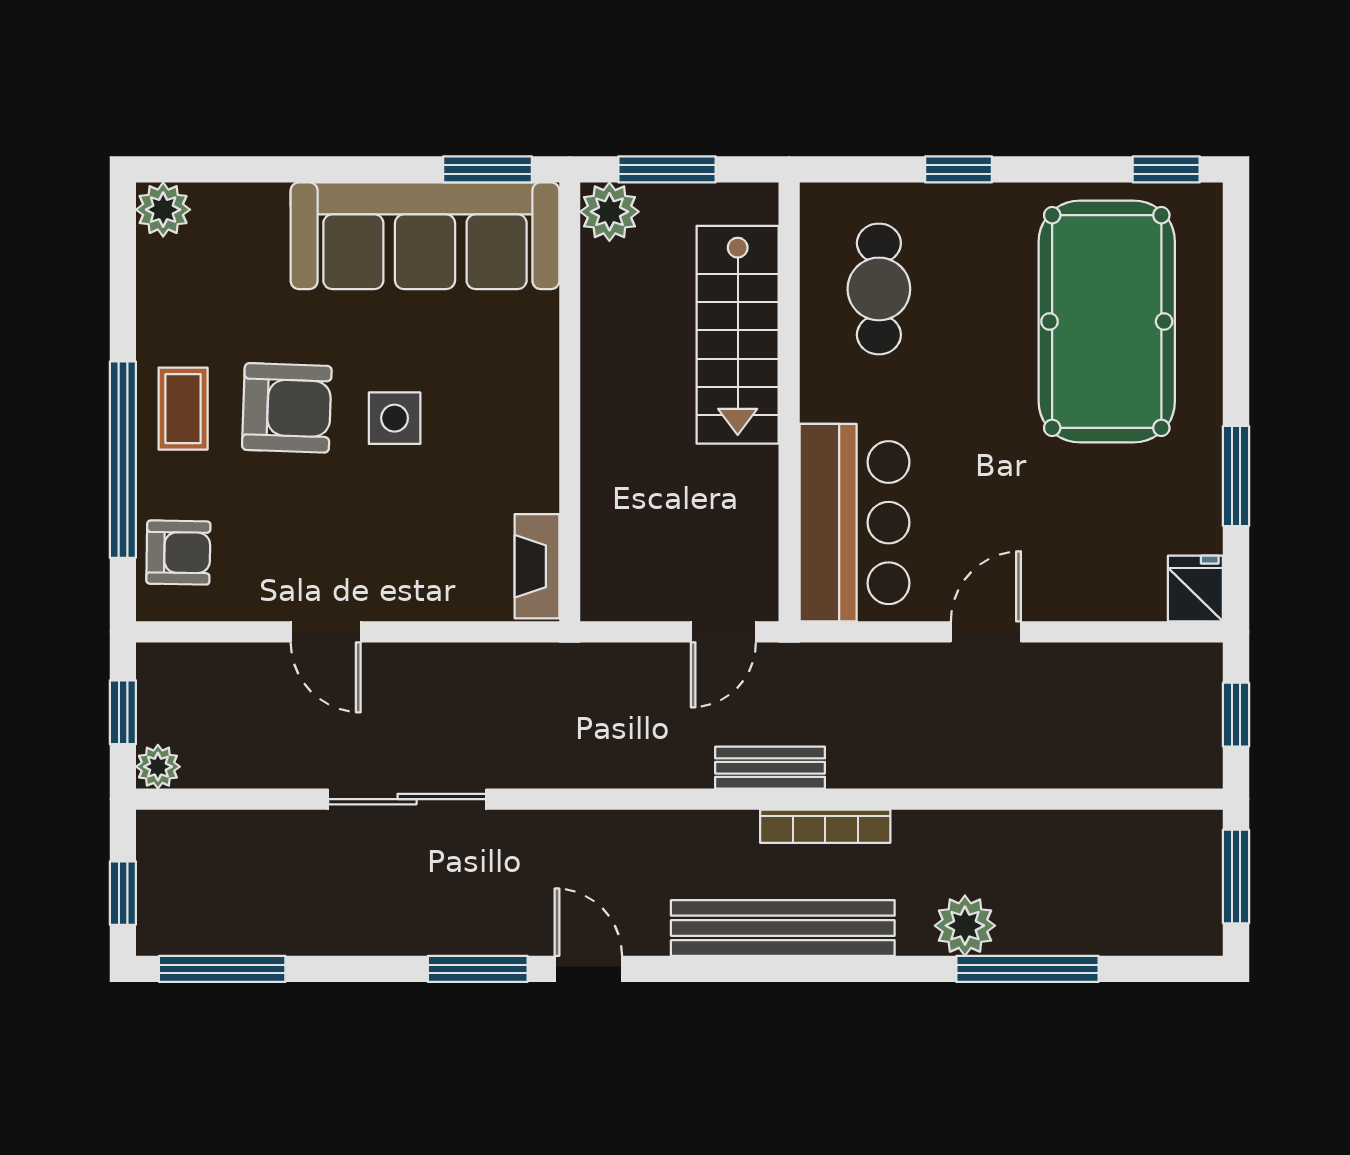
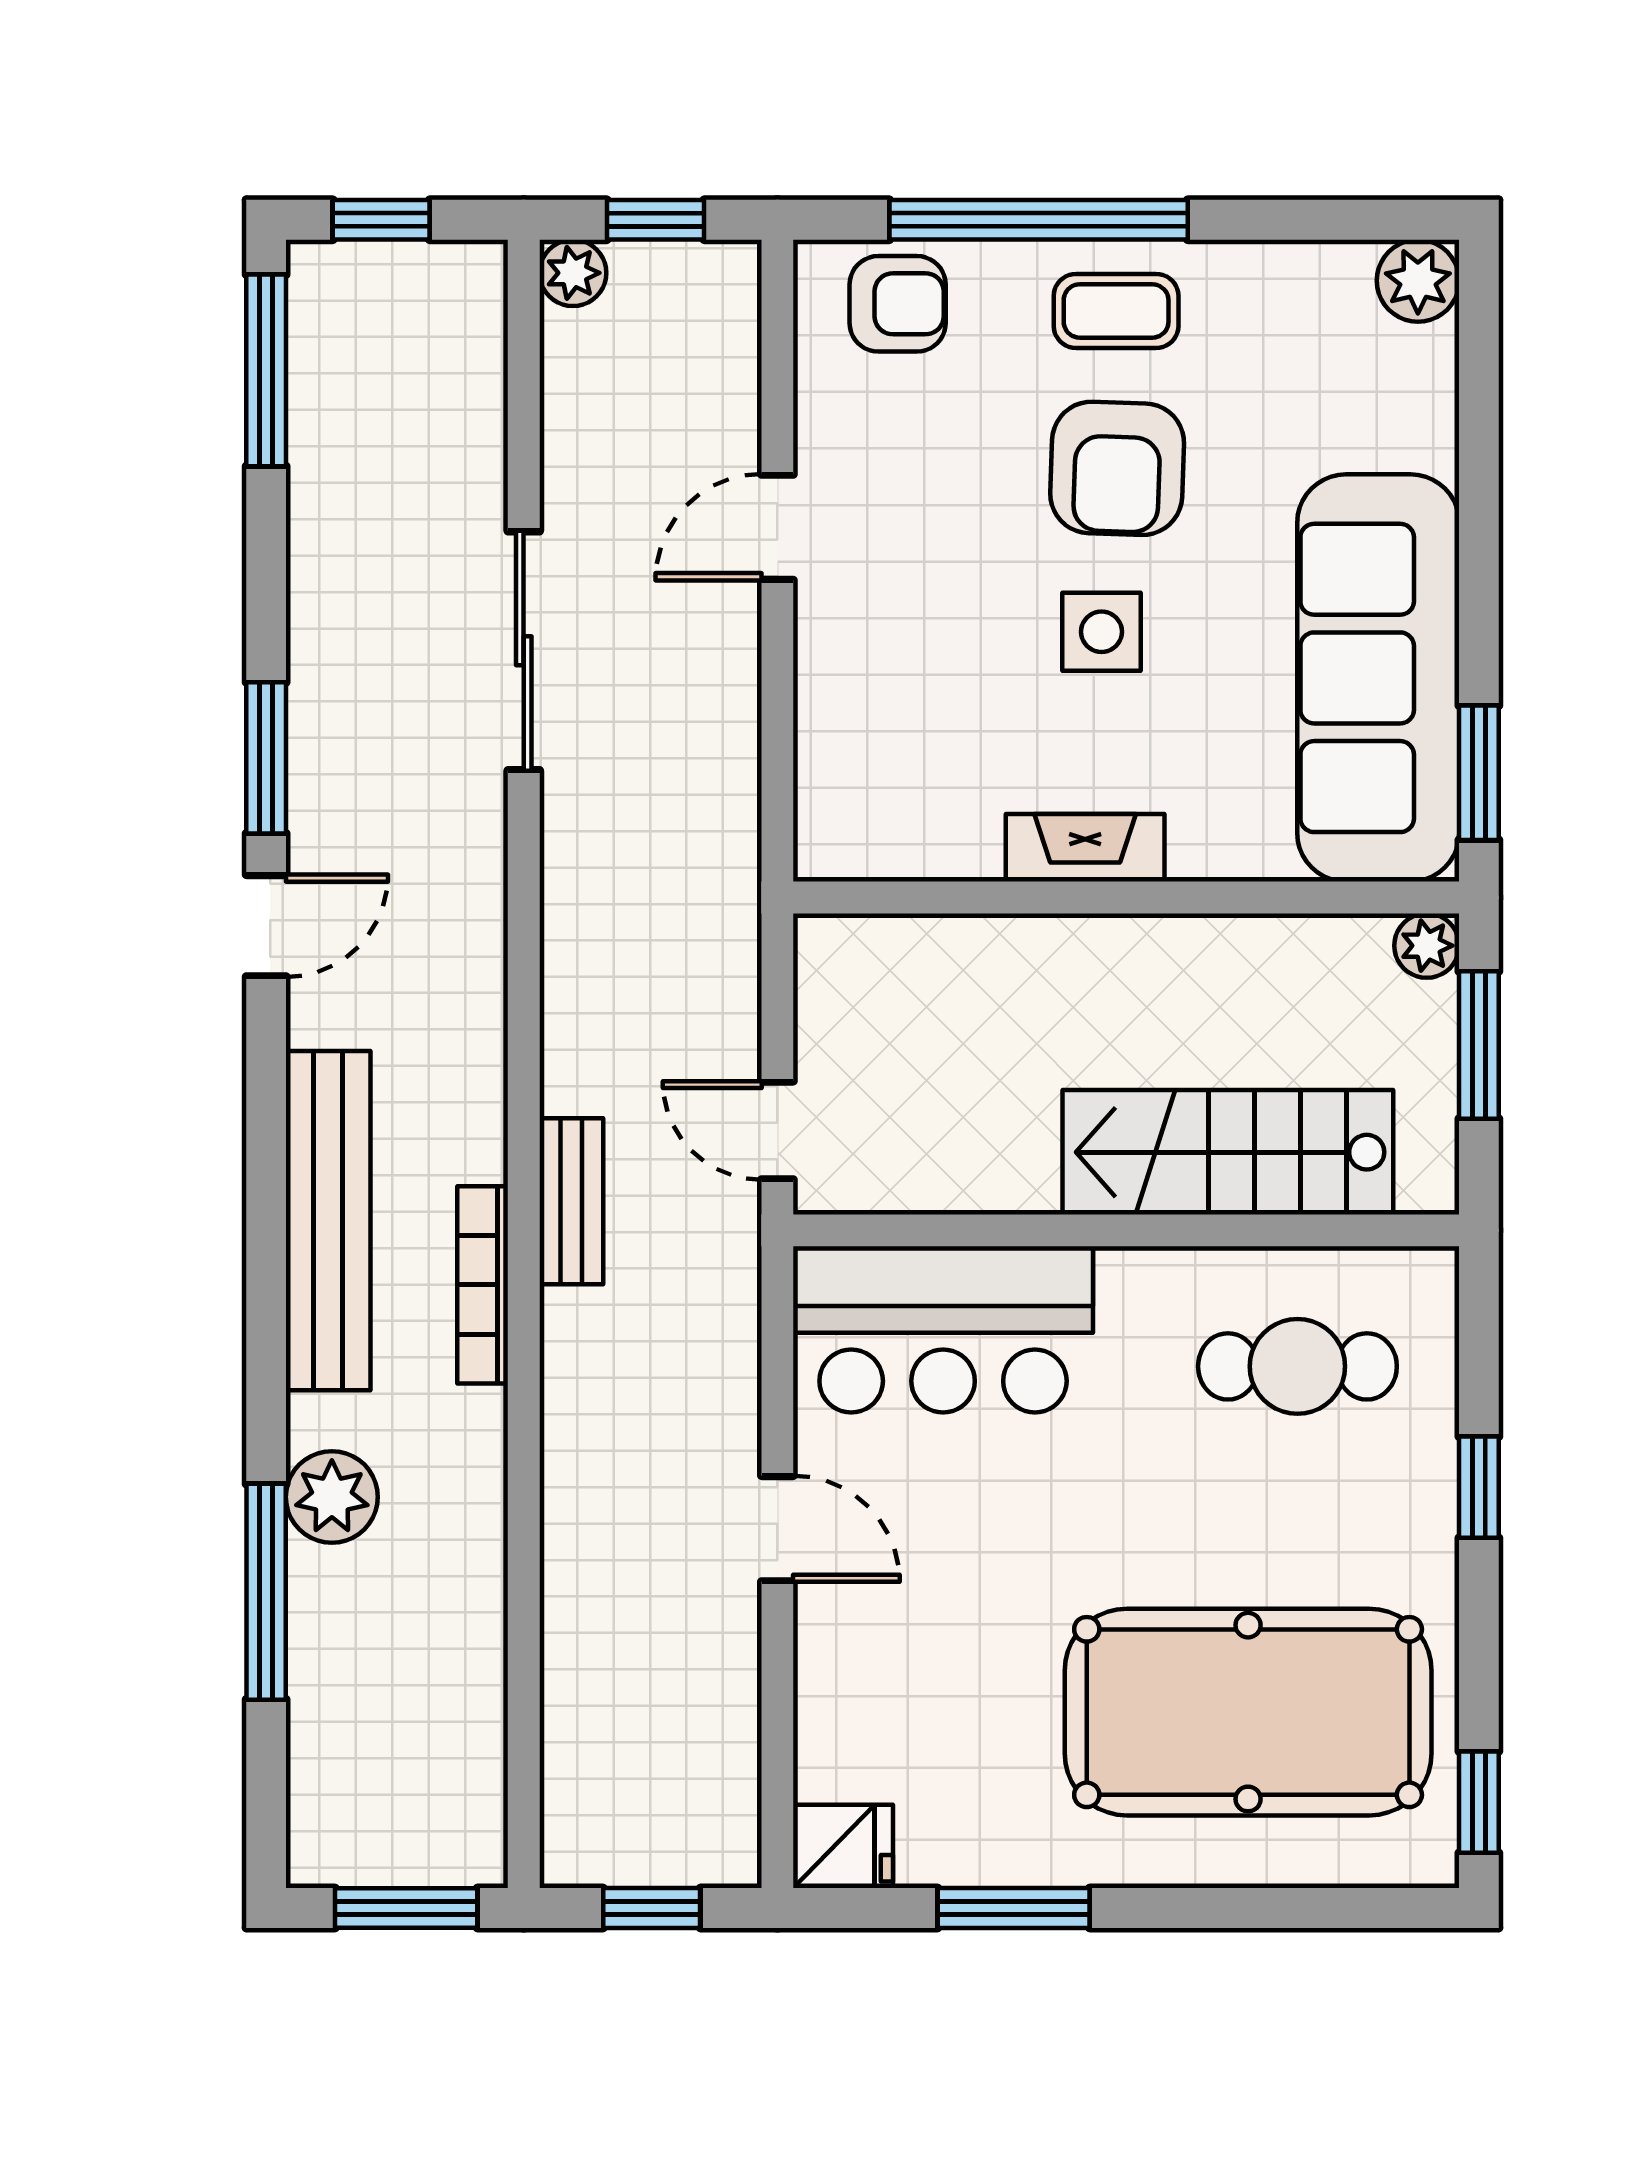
plant: (609, 212) -> (1427, 946), width x0.73, depth x0.73
armchair: (178, 553) -> (898, 304), turned -91
fireplace: (537, 566) -> (1085, 848), moved

